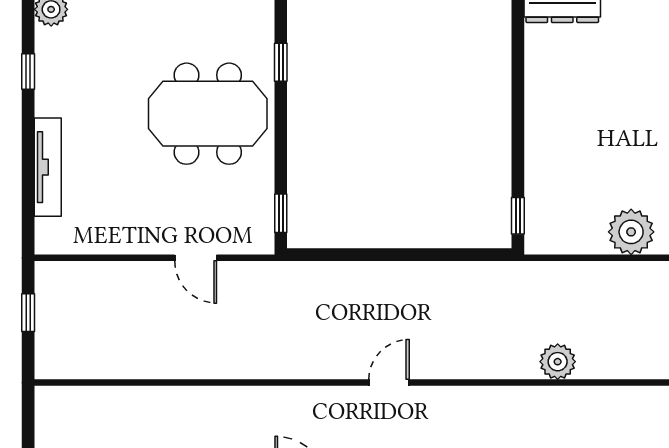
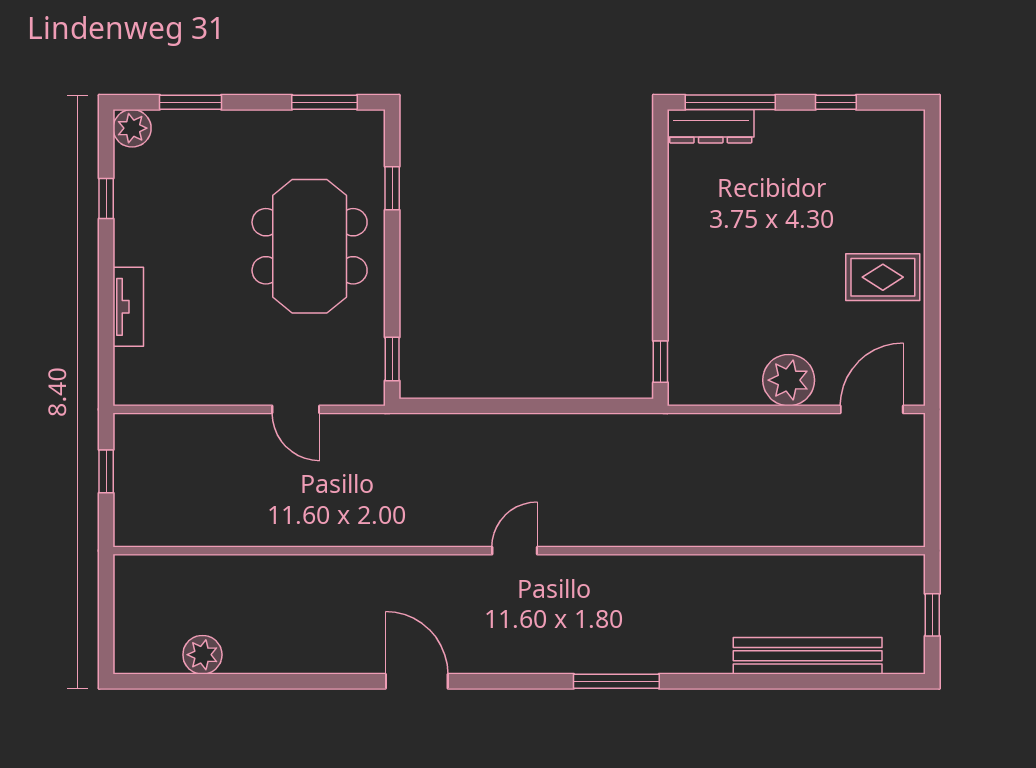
meeting table: (208, 114) -> (310, 246), turned 90
tv unit: (48, 167) -> (128, 307), width x0.71
plant: (558, 362) -> (705, 527), removed

